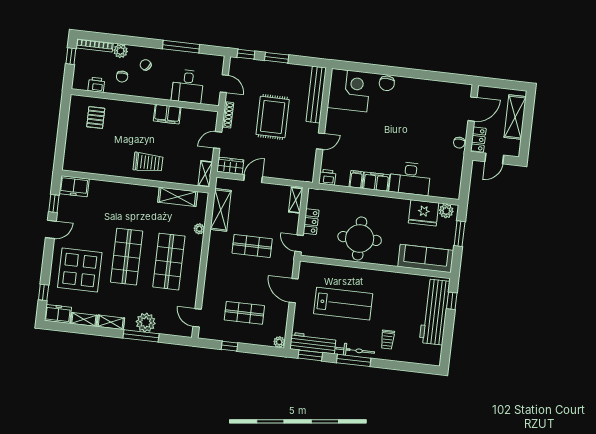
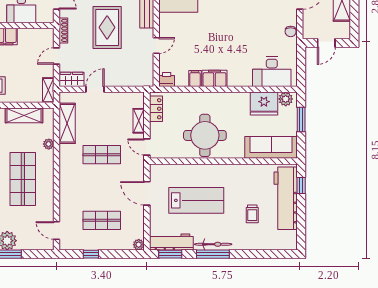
locker: (478, 140) -> (309, 26), removed
desk: (410, 178) -> (272, 72), moved
shelving: (296, 200) -> (139, 121), moved
locker: (311, 222) -> (156, 109), moved
trolley: (388, 340) -> (252, 214), moved

